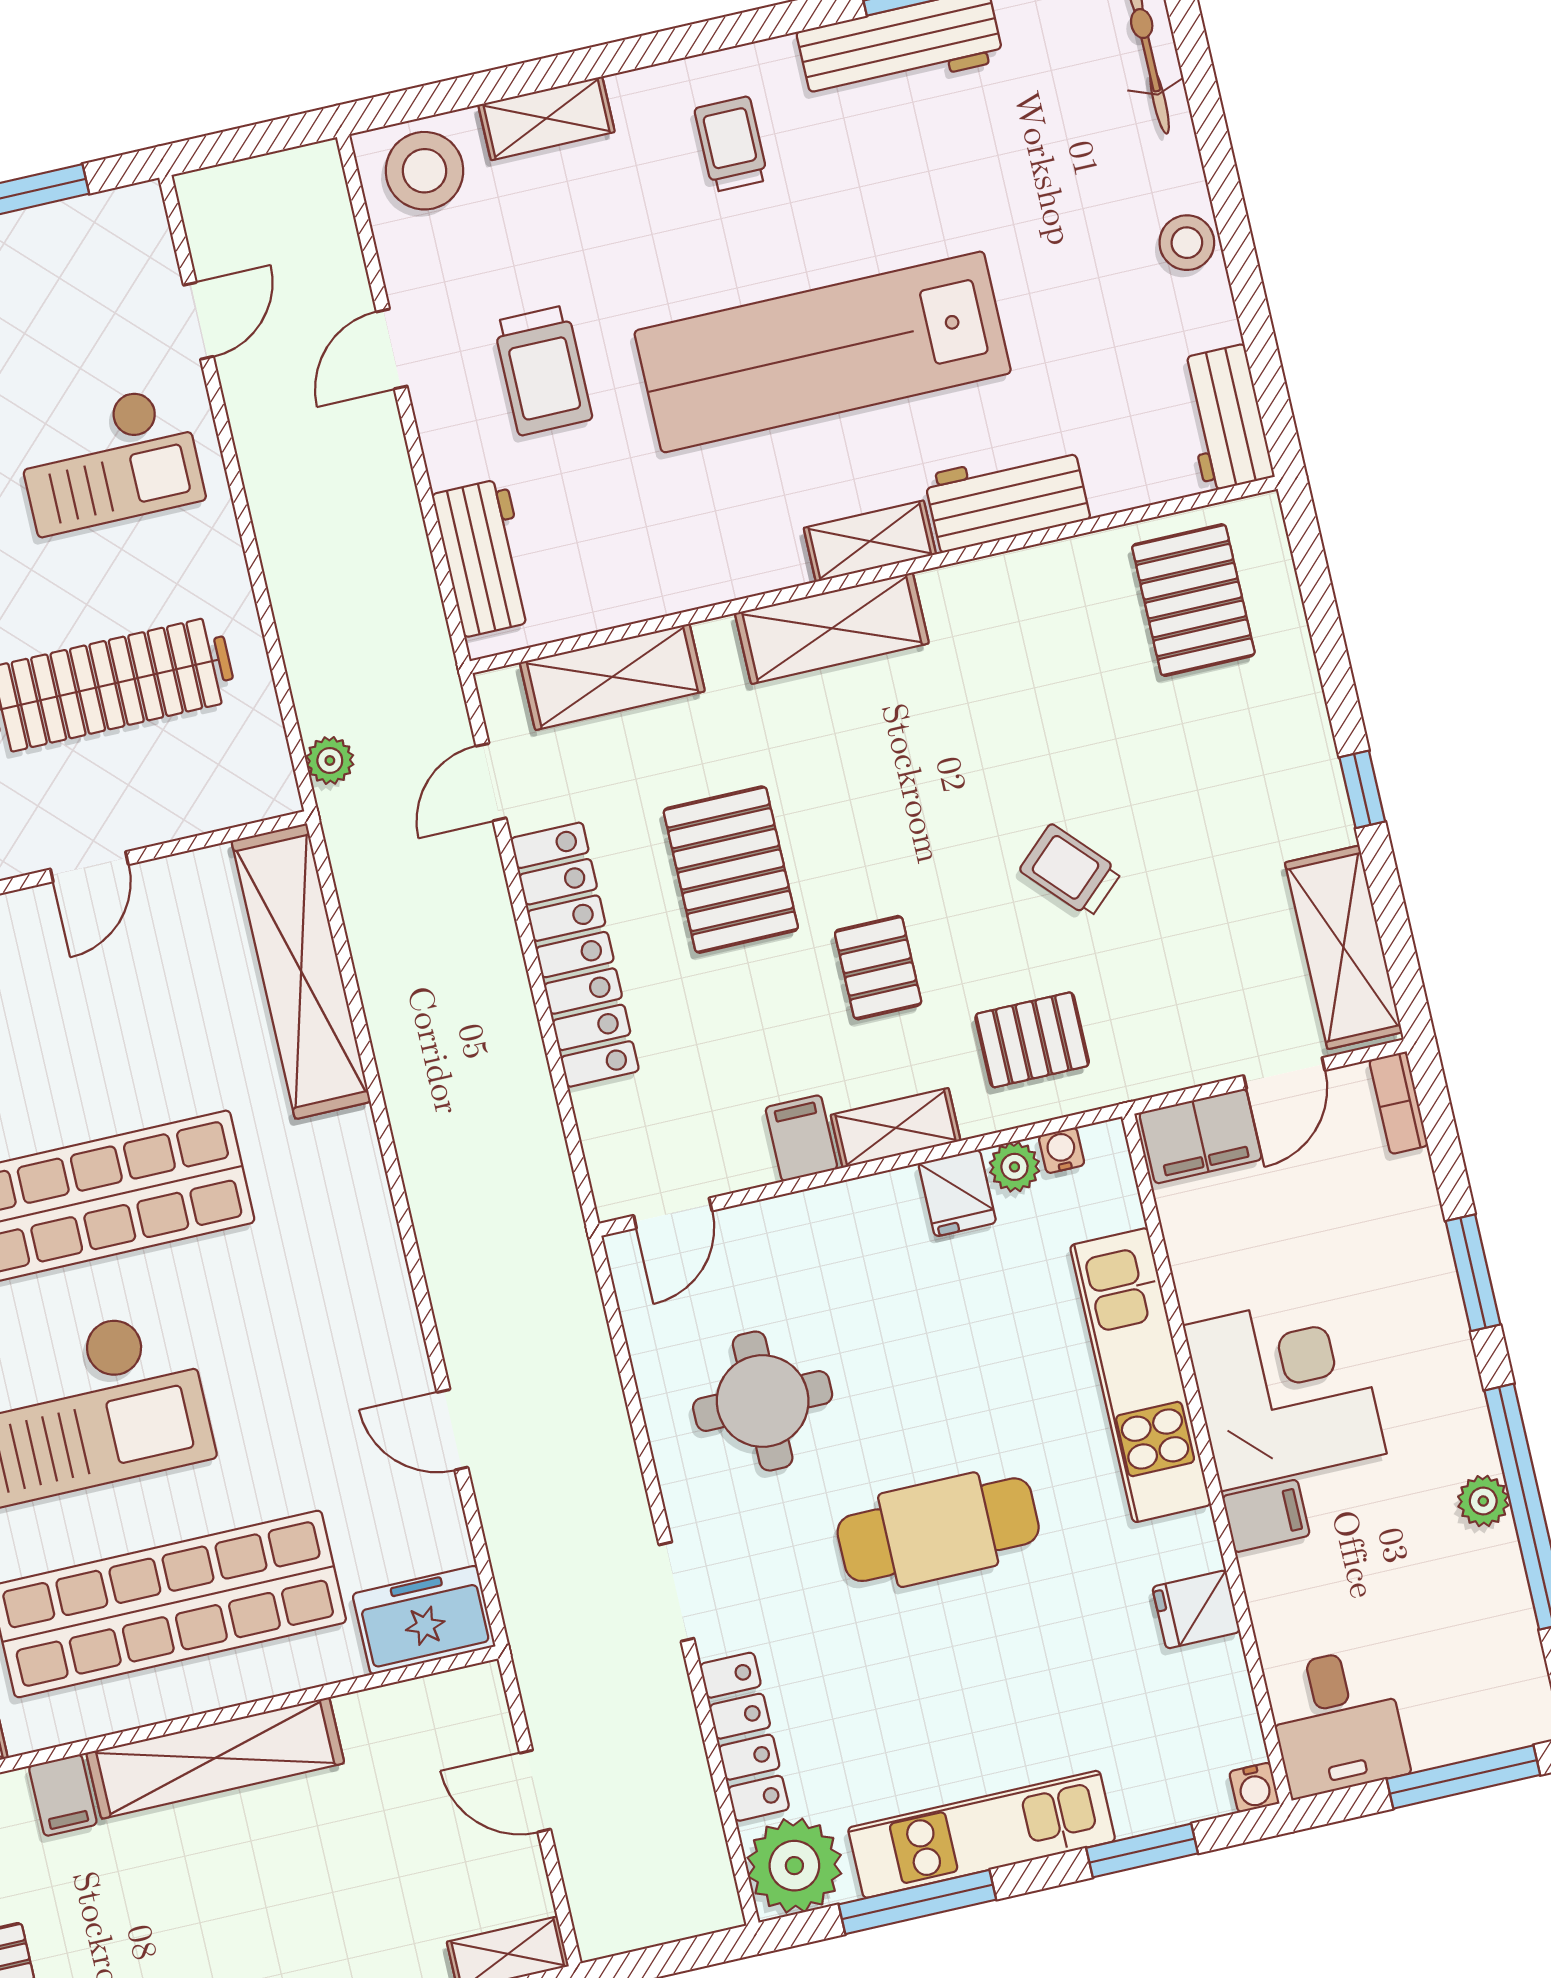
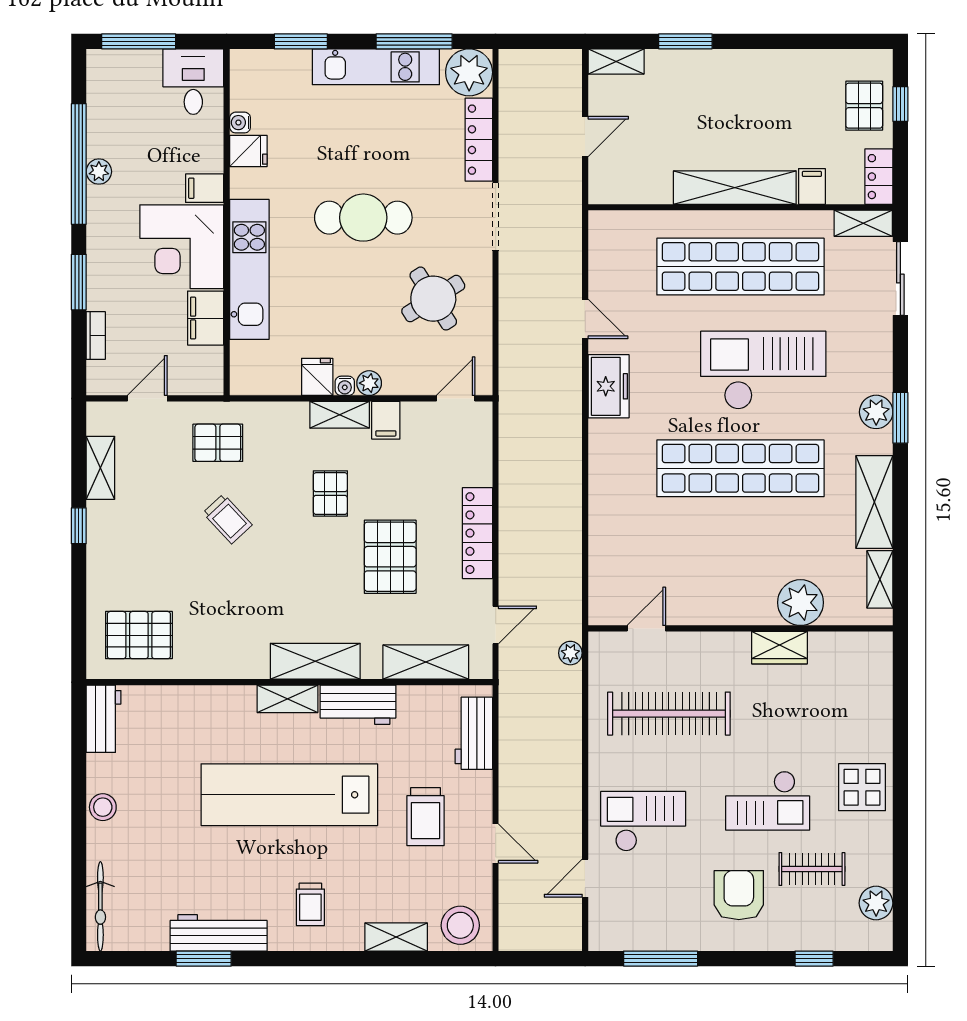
door: (392, 349) -> (496, 843), hinge flipped
lab bench: (823, 352) -> (289, 795), turned 180
trolley: (543, 370) -> (425, 817), turned 180
workbench: (1007, 497) -> (358, 705), moved
pallet: (1193, 600) -> (139, 635), turned 90
door: (89, 867) -> (646, 628), moved
shelving: (1343, 947) -> (100, 468), width x0.67, depth x0.75
locker: (575, 955) -> (477, 533), width x0.71, depth x0.83
shelving: (301, 971) -> (607, 555), removed
pallet: (1032, 1040) -> (218, 443), moved
bookcase: (1399, 1103) -> (96, 335), moved
filing cabinet: (1200, 1136) -> (206, 318), moved, turned -90
water cooler: (1062, 1150) -> (345, 386), moved
plant: (1014, 1167) -> (369, 383), moved
round table: (763, 1401) -> (433, 299), turned -32
doorway: (676, 1592) -> (496, 217), width x1.38
freezer: (424, 1620) -> (609, 386), moved, turned -90
water cooler: (1254, 1787) -> (240, 123), moved, turned -90
door: (535, 1791) -> (585, 137), hinge flipped

